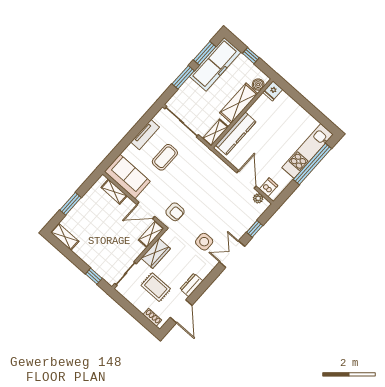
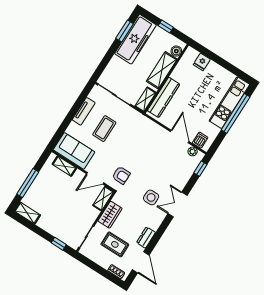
window: (183, 77) -> (109, 55), removed
fridge: (273, 91) -> (202, 62), moved
window: (71, 204) -> (28, 183), width x1.44
window: (255, 229) -> (200, 169), moved

